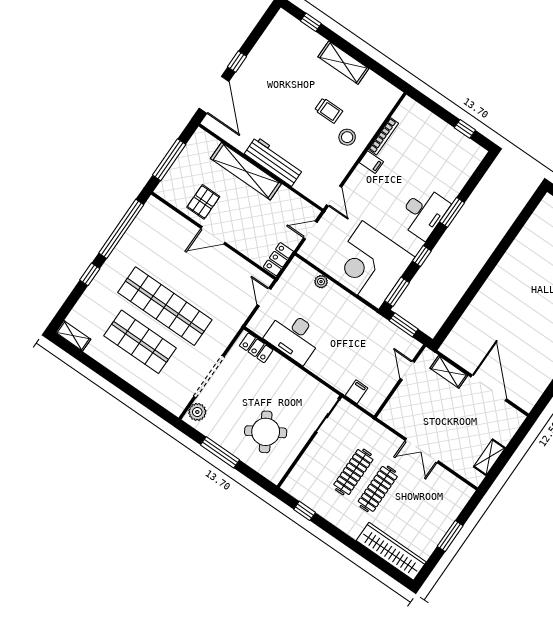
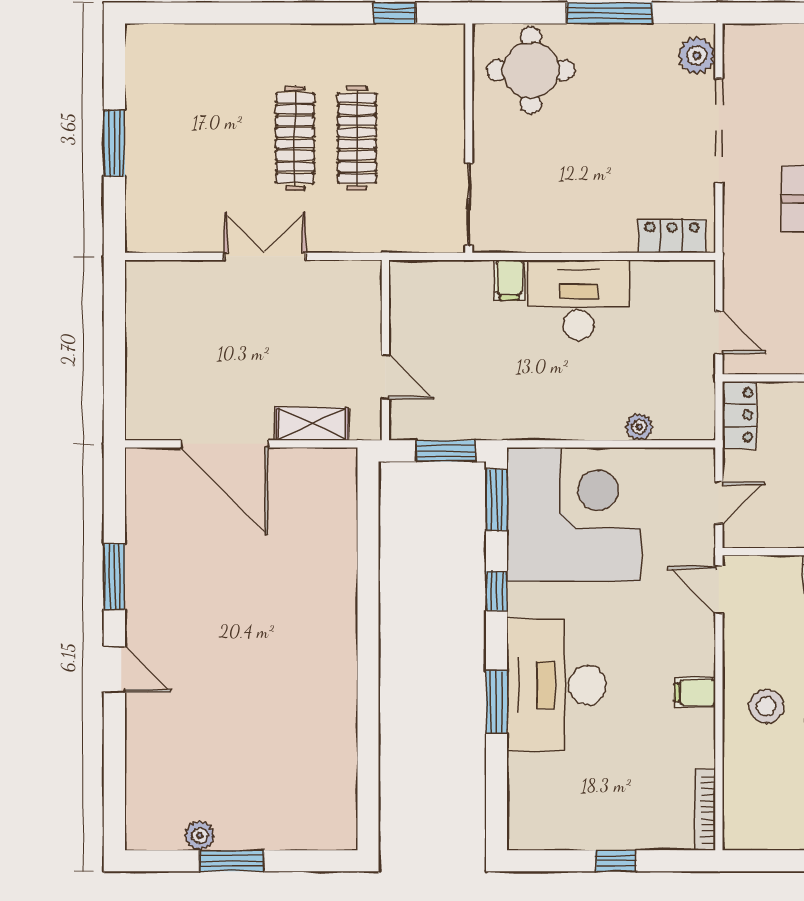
window: (465, 129) -> (616, 861), moved
bookcase: (383, 136) -> (705, 810), moved
desk: (423, 213) -> (557, 685), width x1.36, depth x1.30
desk: (294, 337) -> (579, 300), moved
filing cabinet: (356, 392) -> (509, 280), moved
round table: (266, 432) -> (531, 70), moved, turned 31
shelving: (489, 457) -> (141, 325), removed
wardrobe: (391, 551) -> (198, 47), removed

